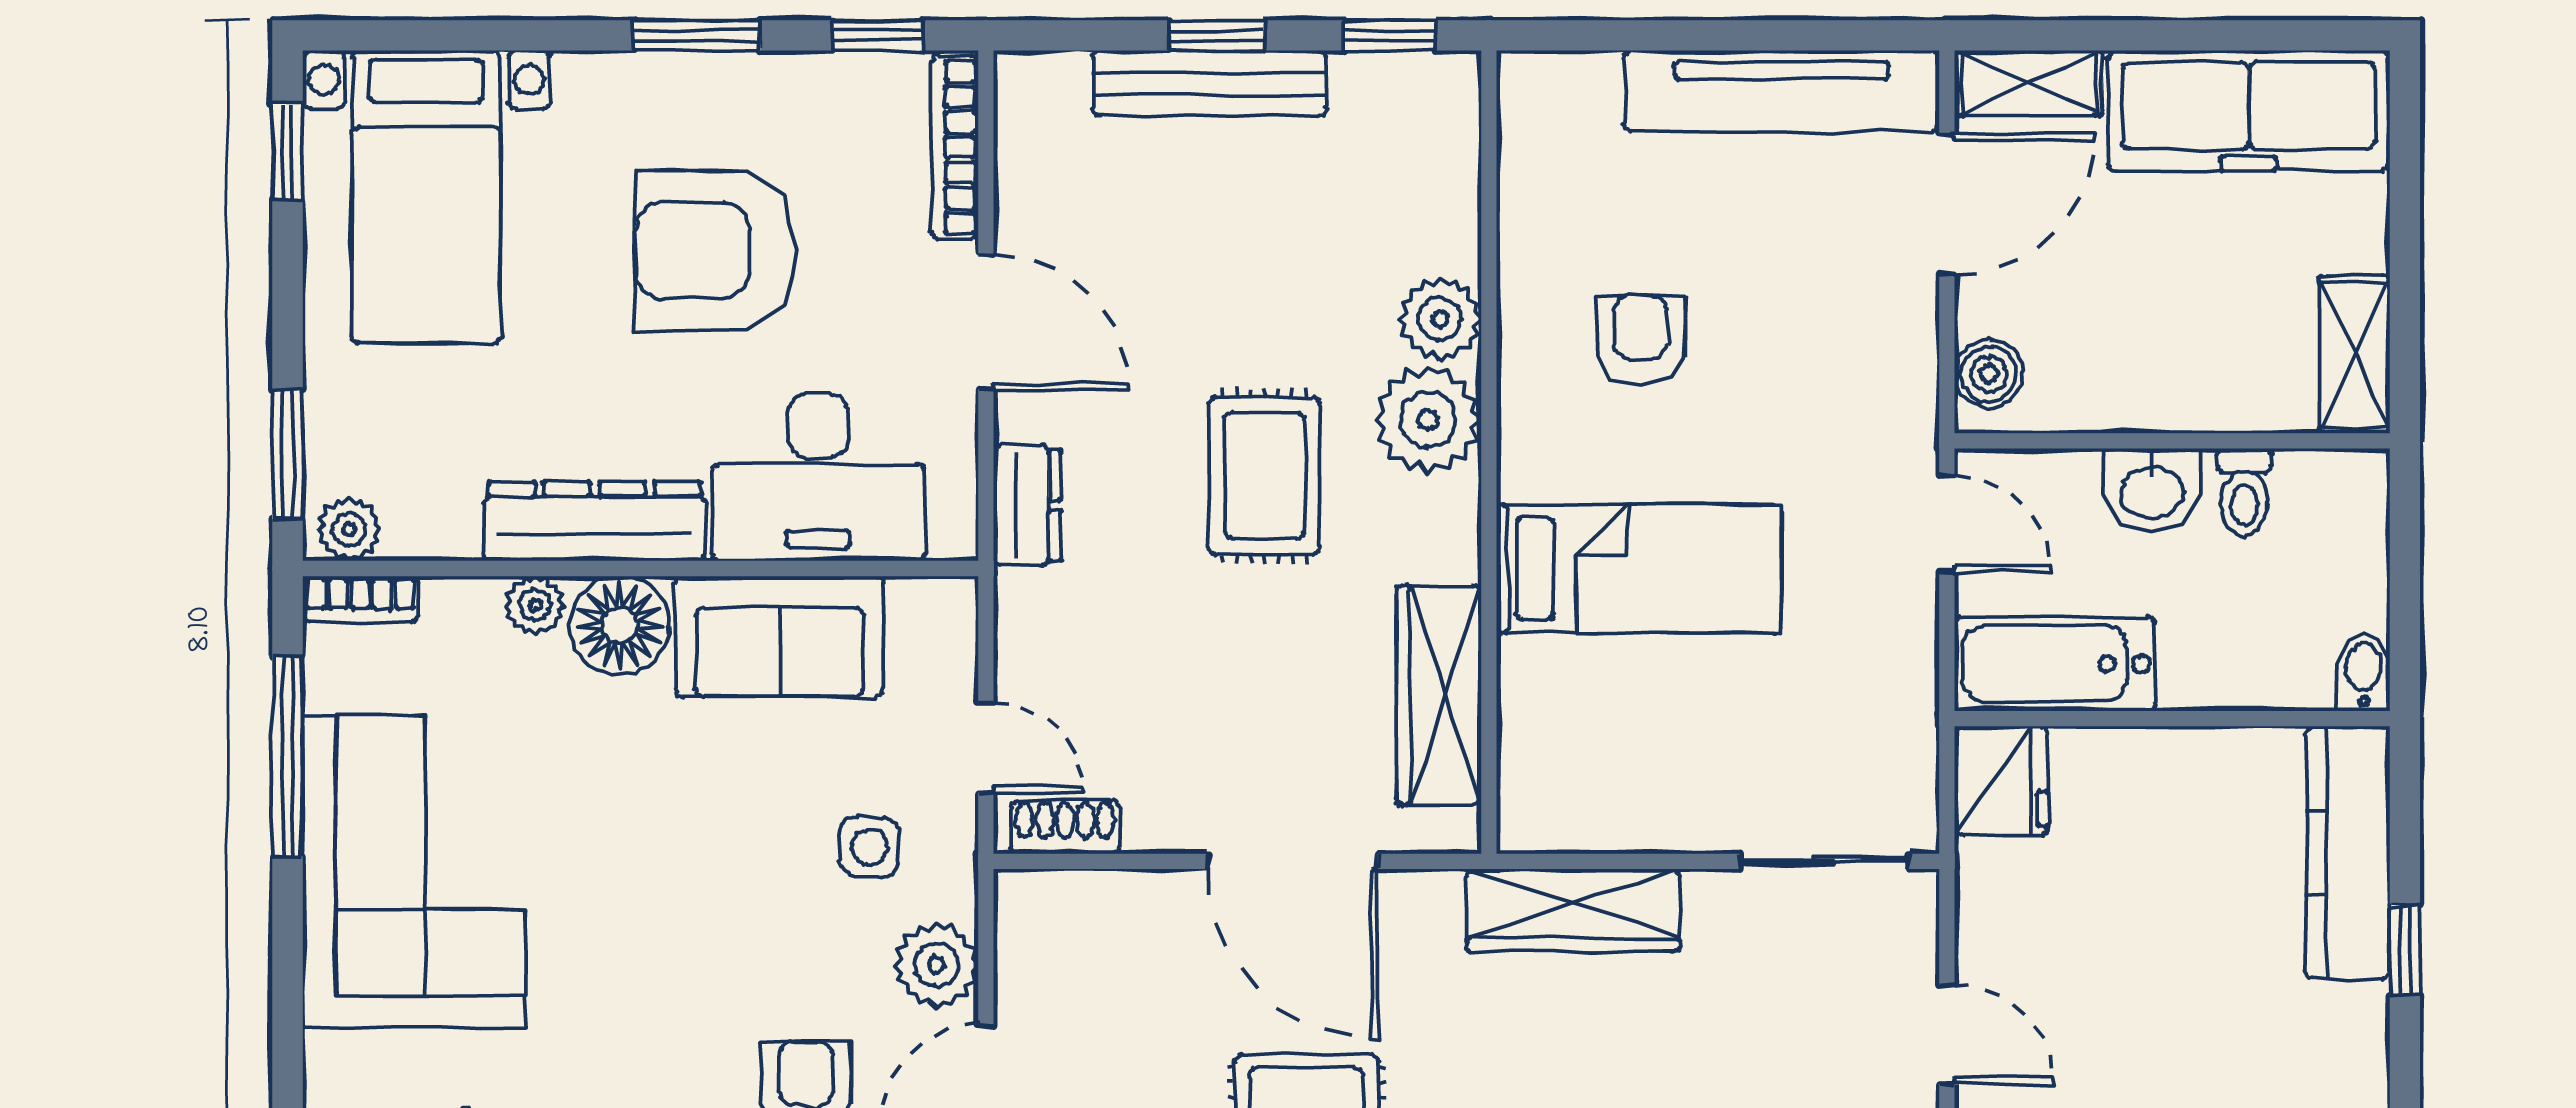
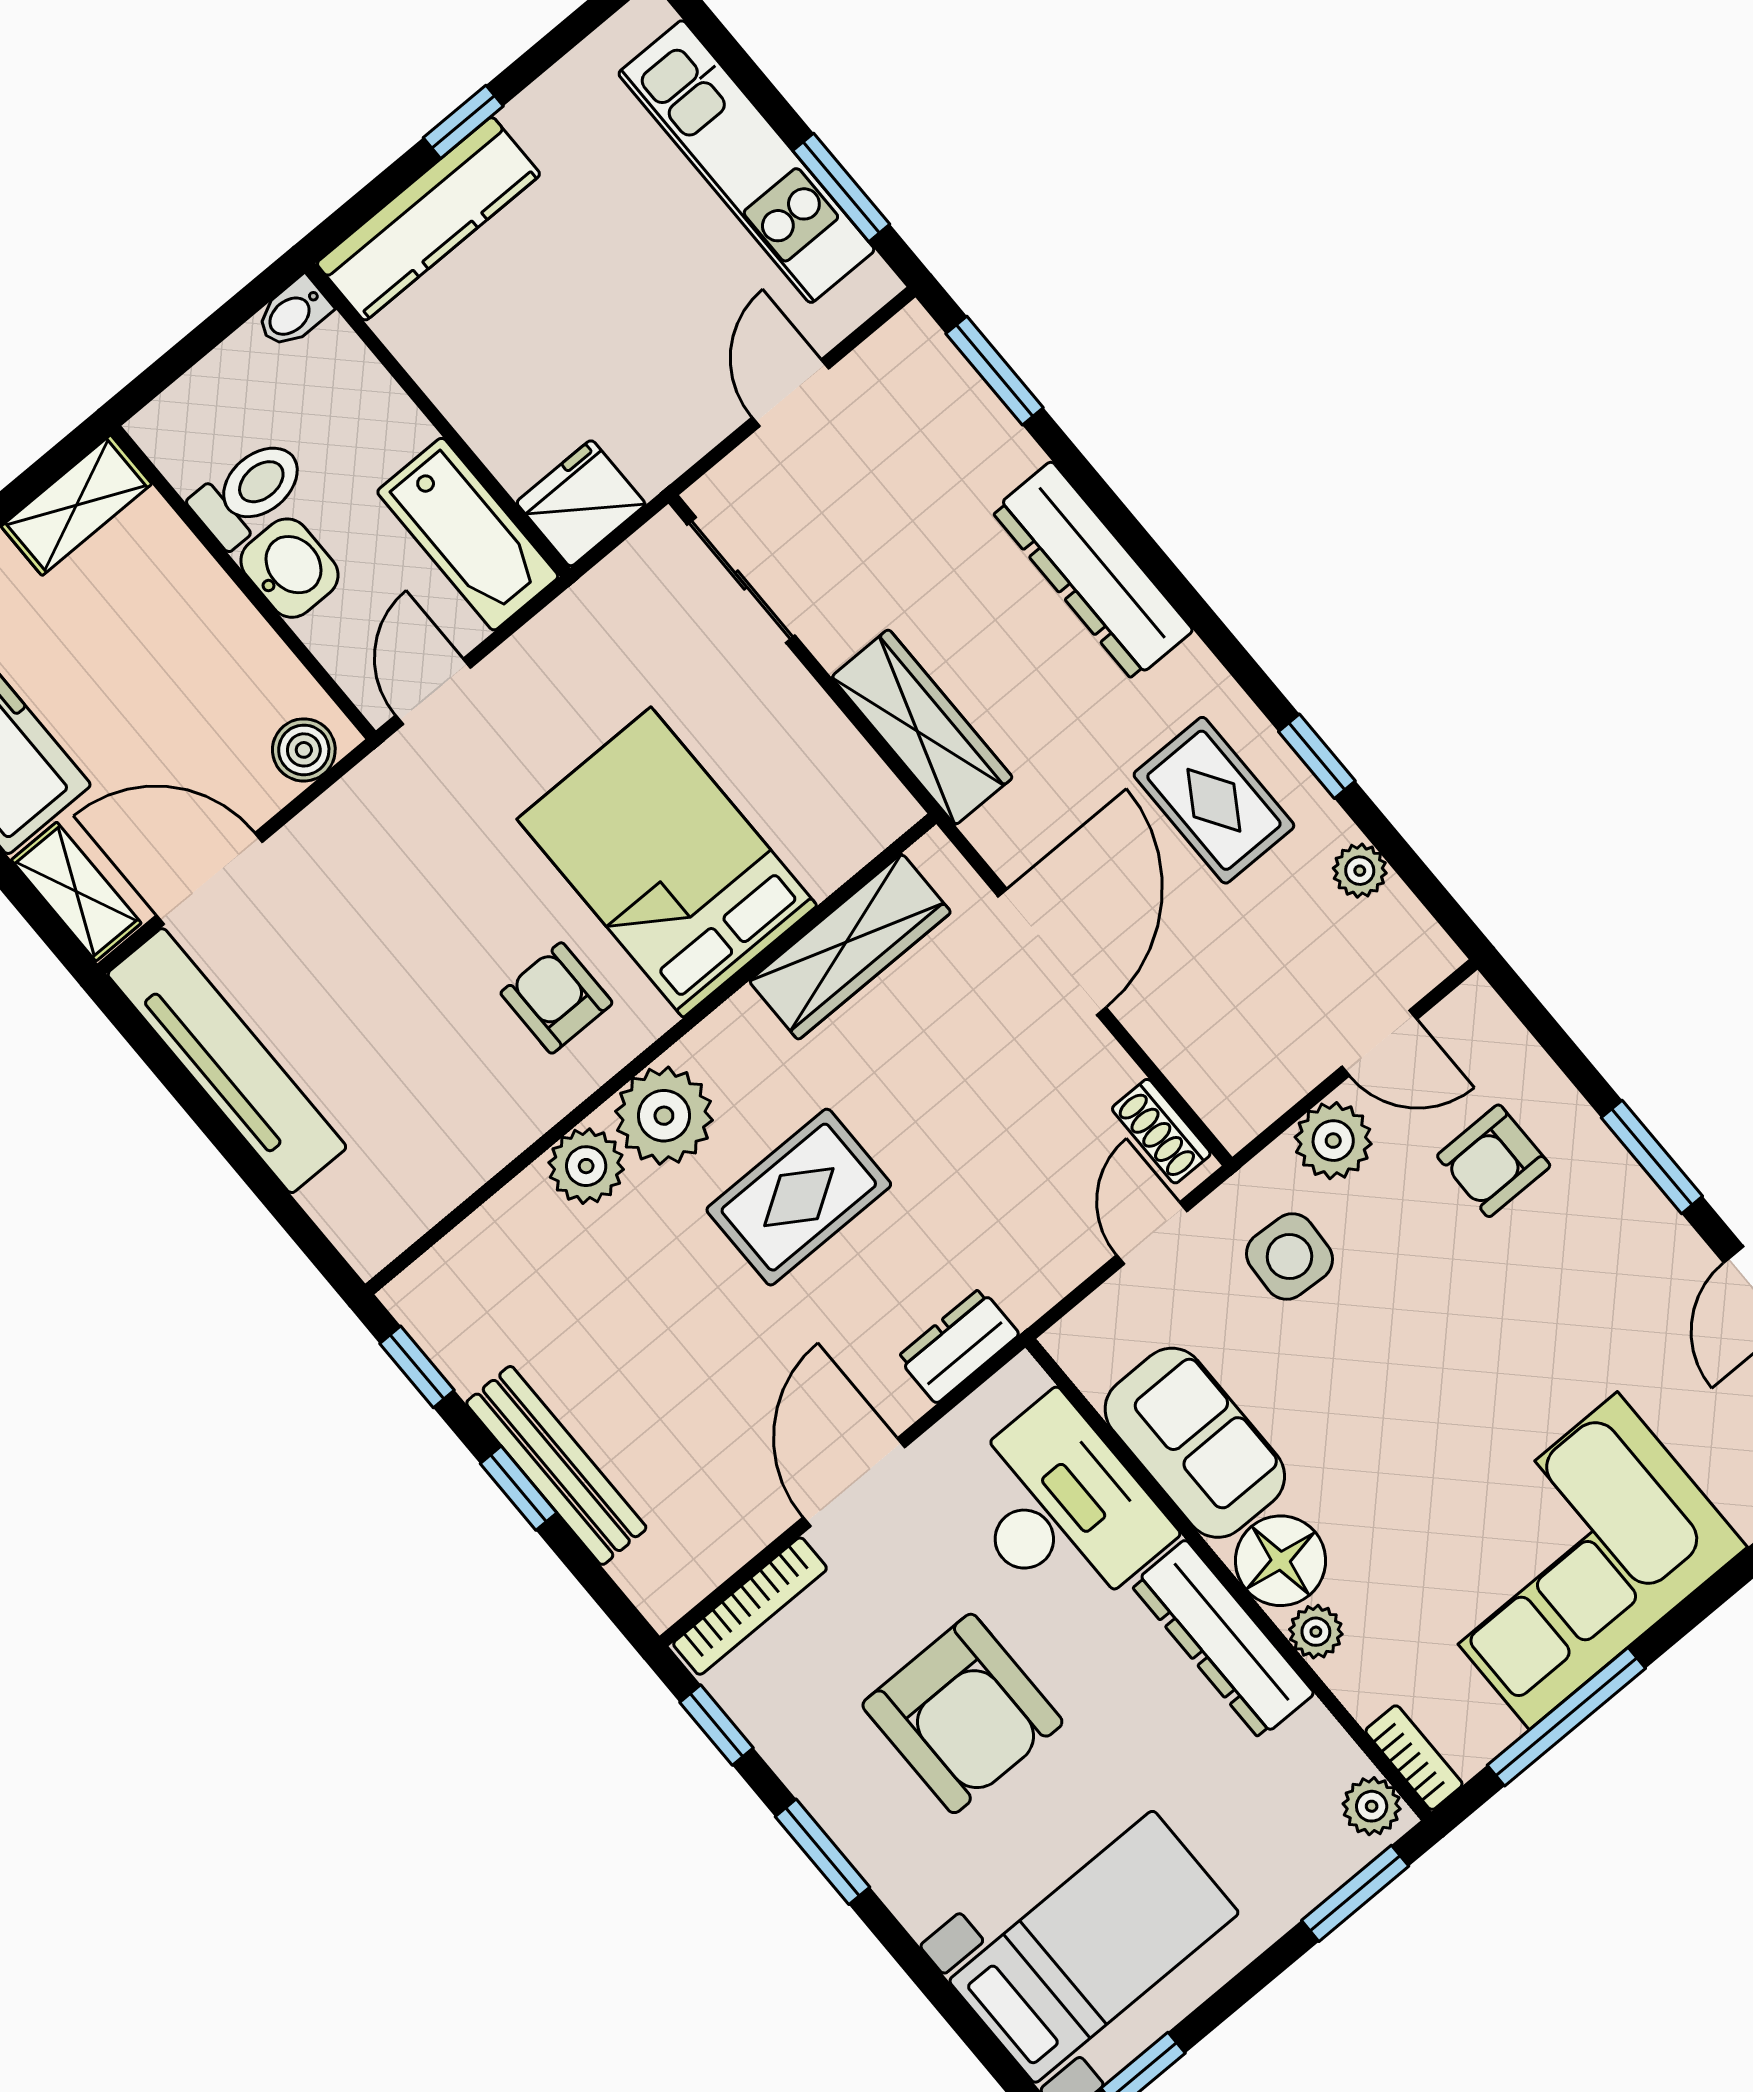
armchair: (1641, 340) -> (556, 998), moved, turned 90
toilet: (2244, 493) -> (249, 492), width x1.37, depth x1.39
bed: (1639, 568) -> (667, 862), width x1.50
side table: (869, 847) -> (1289, 1256), width x1.37, depth x1.37

